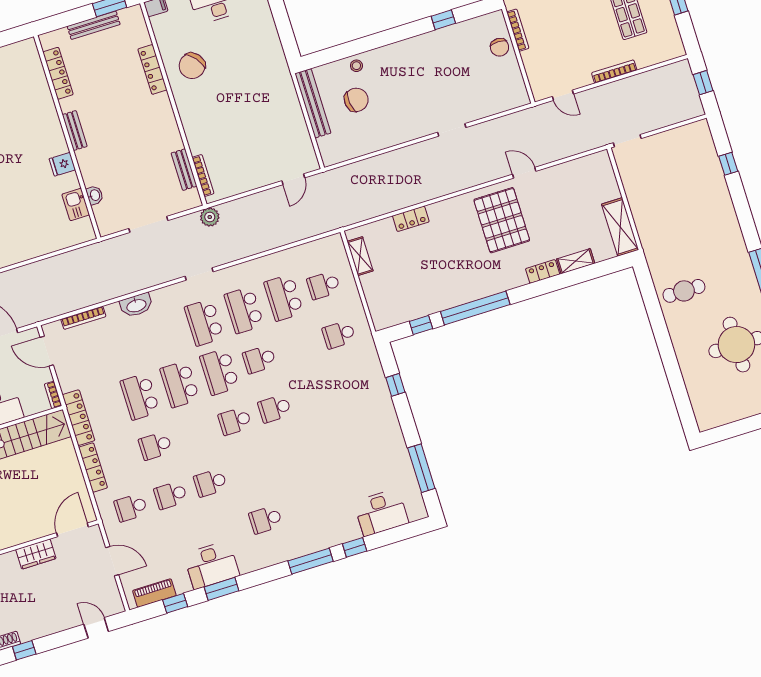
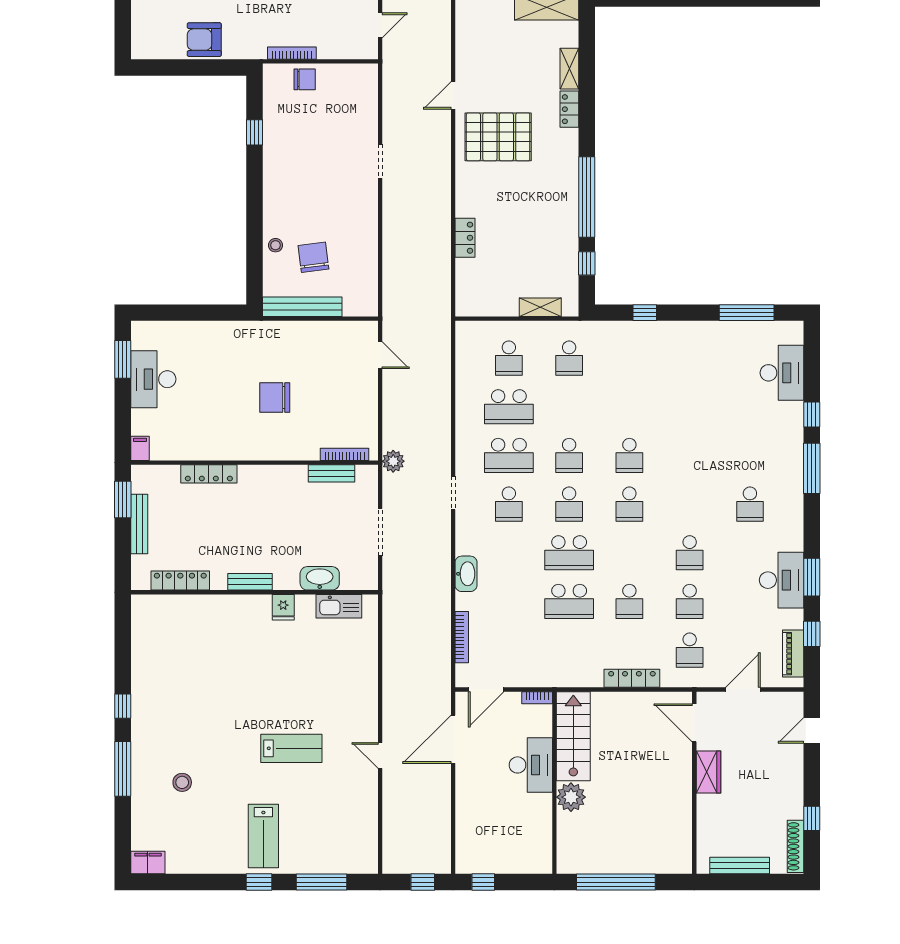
chair: (192, 66) -> (275, 398), moved, turned 129
washbasin: (95, 195) -> (320, 578), width x1.91, depth x1.45
kitchen sink: (76, 204) -> (339, 606), width x1.38
shelving: (360, 256) -> (540, 307), moved
school desk: (204, 322) -> (509, 504), width x0.54
school desk: (219, 372) -> (569, 504), width x0.54
locker: (79, 418) -> (571, 677), removed

